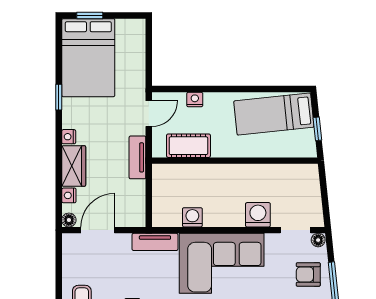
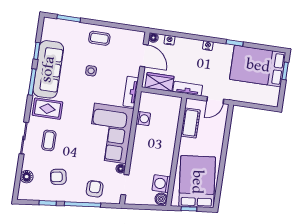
nightstand: (195, 100) -> (220, 132), removed
door: (149, 114) -> (215, 100), hinge flipped
bed: (274, 114) -> (197, 182), width x1.50
wardrobe: (74, 166) -> (160, 82), moved, turned 180
boiler: (309, 173) -> (161, 199), added
washing machine: (258, 215) -> (161, 184), moved, turned 180
floor lamp: (318, 240) -> (121, 169), moved

